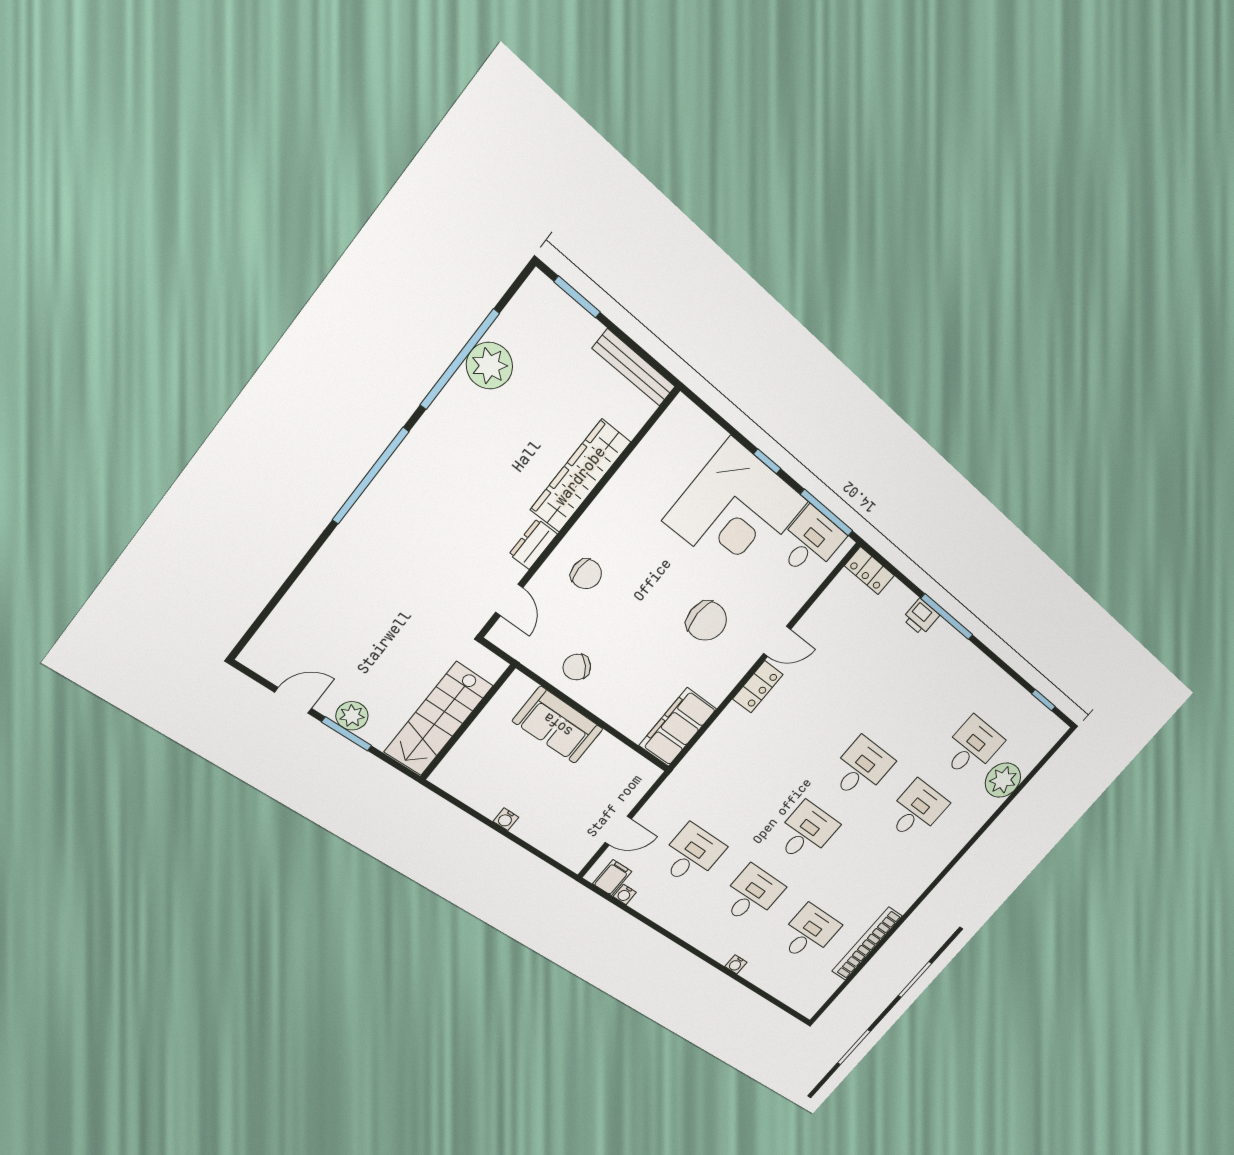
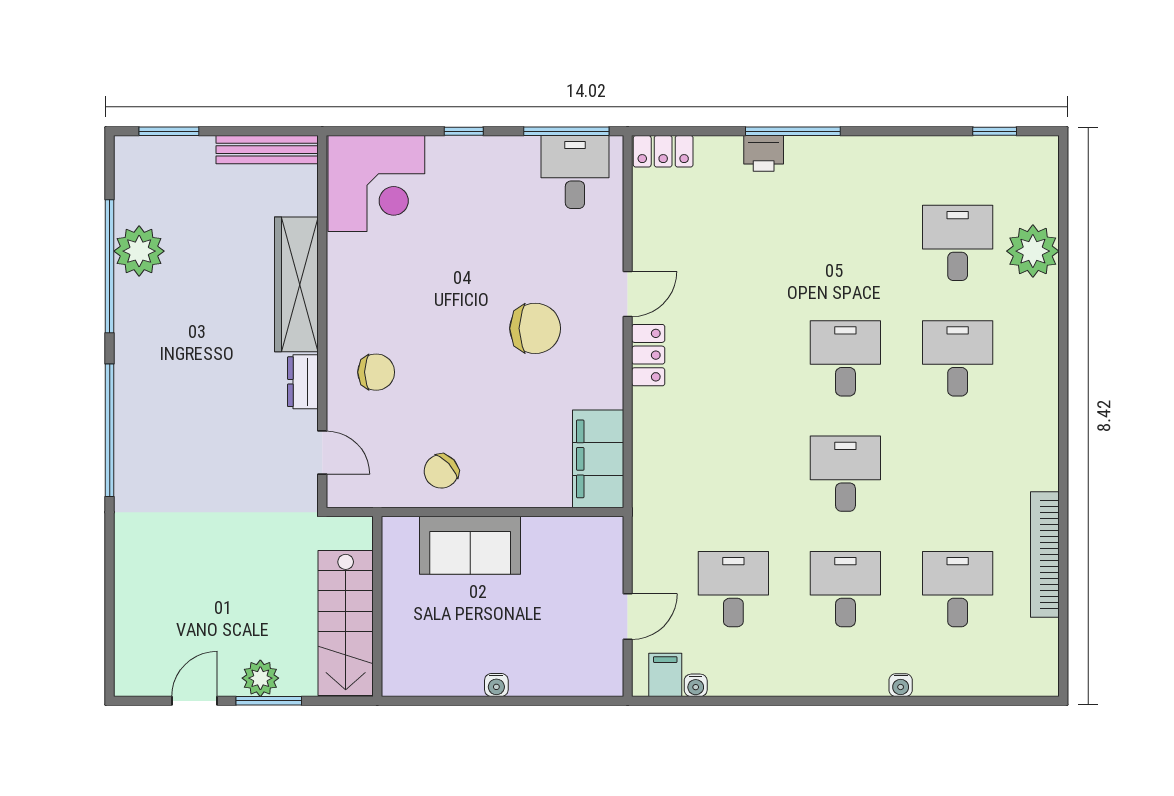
corner desk: (736, 511) -> (376, 184), moved, width x0.74, depth x0.74

